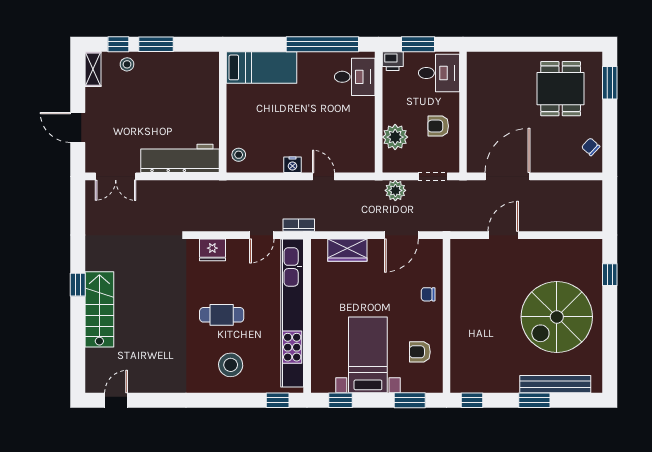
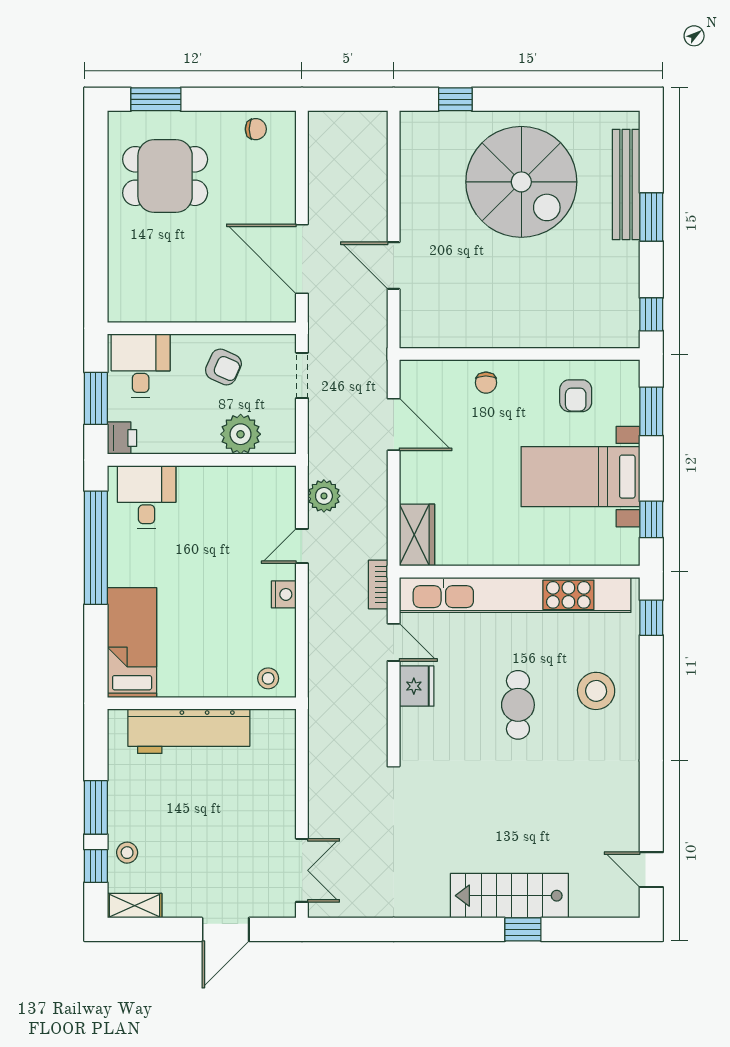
armchair: (438, 126) -> (223, 367), turned -66
chair: (591, 147) -> (256, 129), turned -133
workbench: (180, 158) -> (189, 731), moved, turned -90
plant: (395, 190) -> (324, 496), moved
fridge: (212, 250) -> (417, 686), moved
wardrobe: (347, 250) -> (417, 535), moved
window: (78, 285) -> (523, 929), moved

